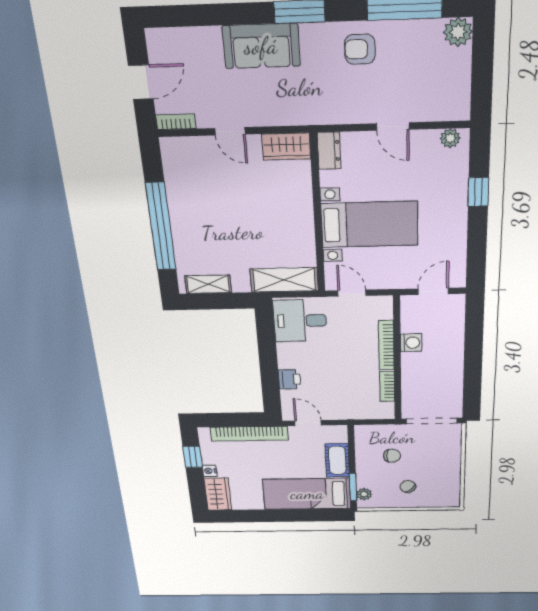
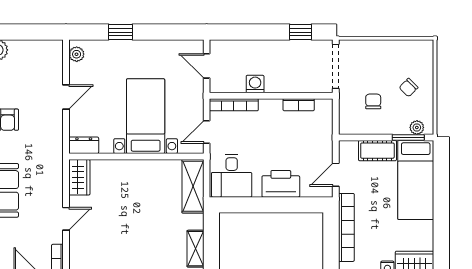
bookcase: (386, 345) -> (234, 105), moved
printer: (289, 379) -> (281, 184), width x1.87, depth x1.48
window: (472, 387) -> (301, 32), added

